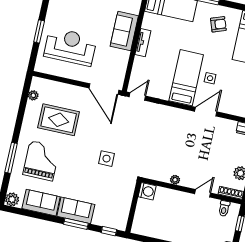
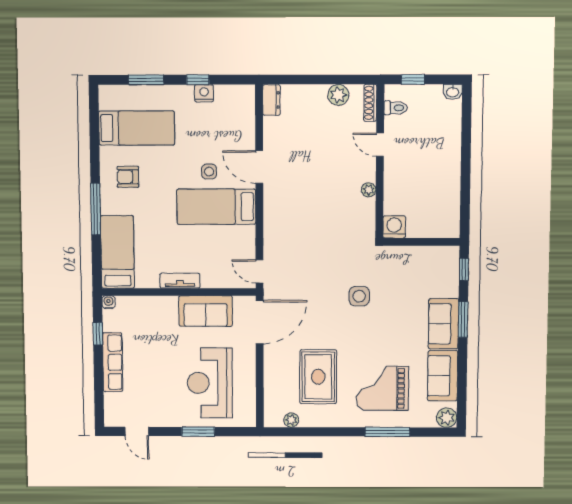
armchair: (218, 24) -> (128, 177), turned -70
sofa: (124, 31) -> (206, 311), moved

